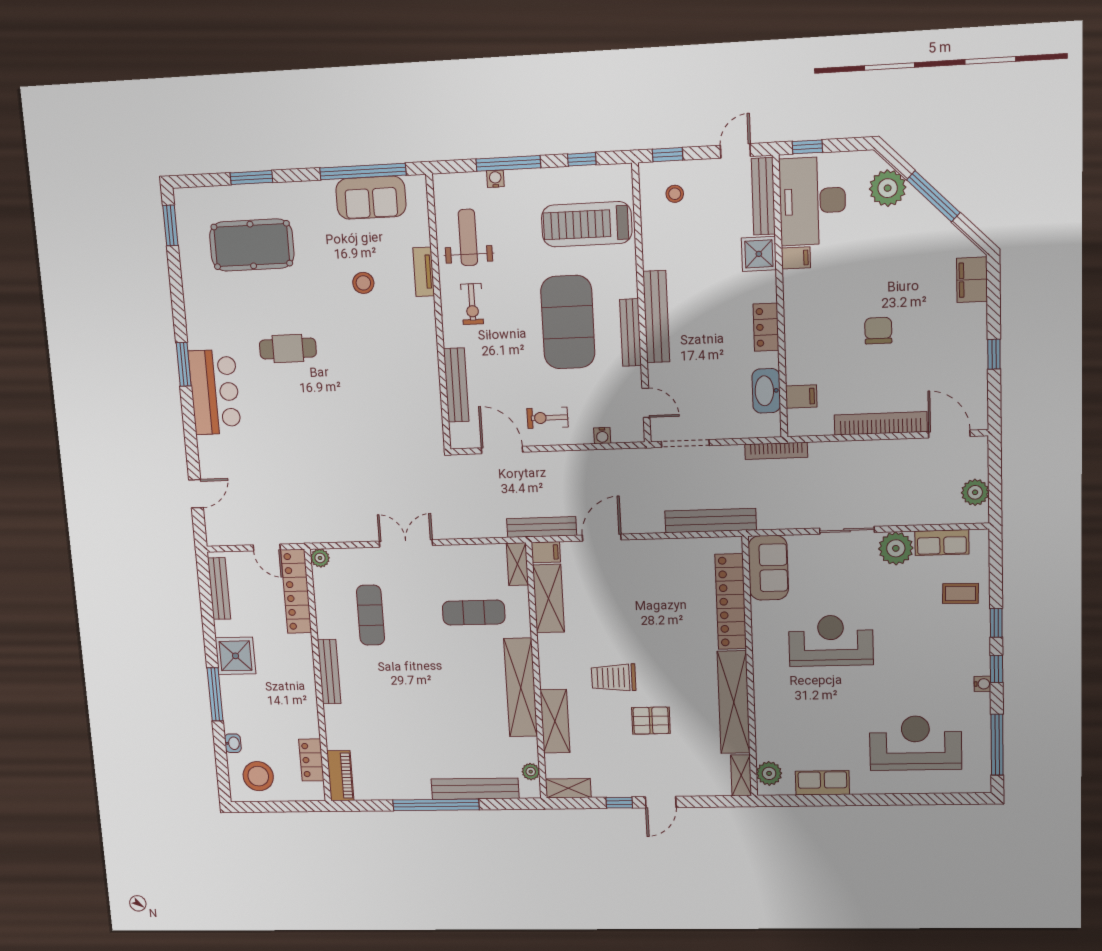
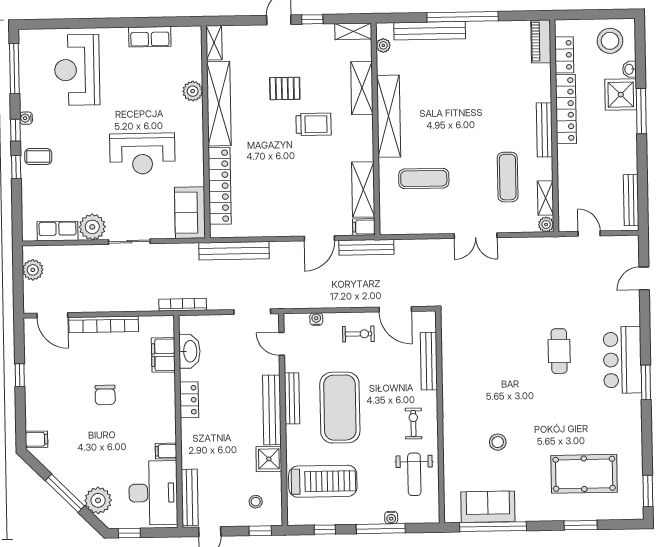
window: (807, 147) -> (129, 533), moved
shower: (759, 254) -> (269, 459), moved
tv unit: (424, 272) -> (450, 449), removed
filing cabinet: (972, 280) -> (36, 439), width x0.50
cafe table: (288, 349) -> (559, 351), moved, turned 90
filing cabinet: (801, 396) -> (163, 355), width x2.00
shelving: (517, 564) -> (546, 198), moved
locker: (296, 591) -> (566, 109), moved
coffee table: (960, 593) -> (38, 157), moved
shower: (236, 656) -> (621, 95), moved
reception desk: (916, 743) -> (77, 70), turned 90
plant: (769, 773) -> (193, 91), moved

